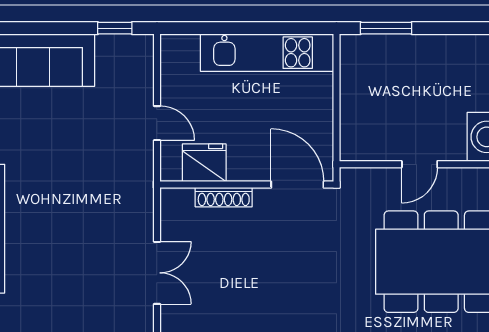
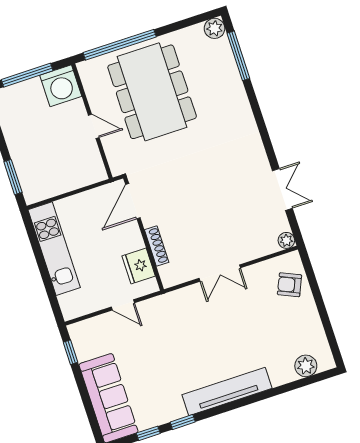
door: (157, 123) -> (123, 305), swing flipped
double door: (157, 273) -> (220, 273), swing flipped

